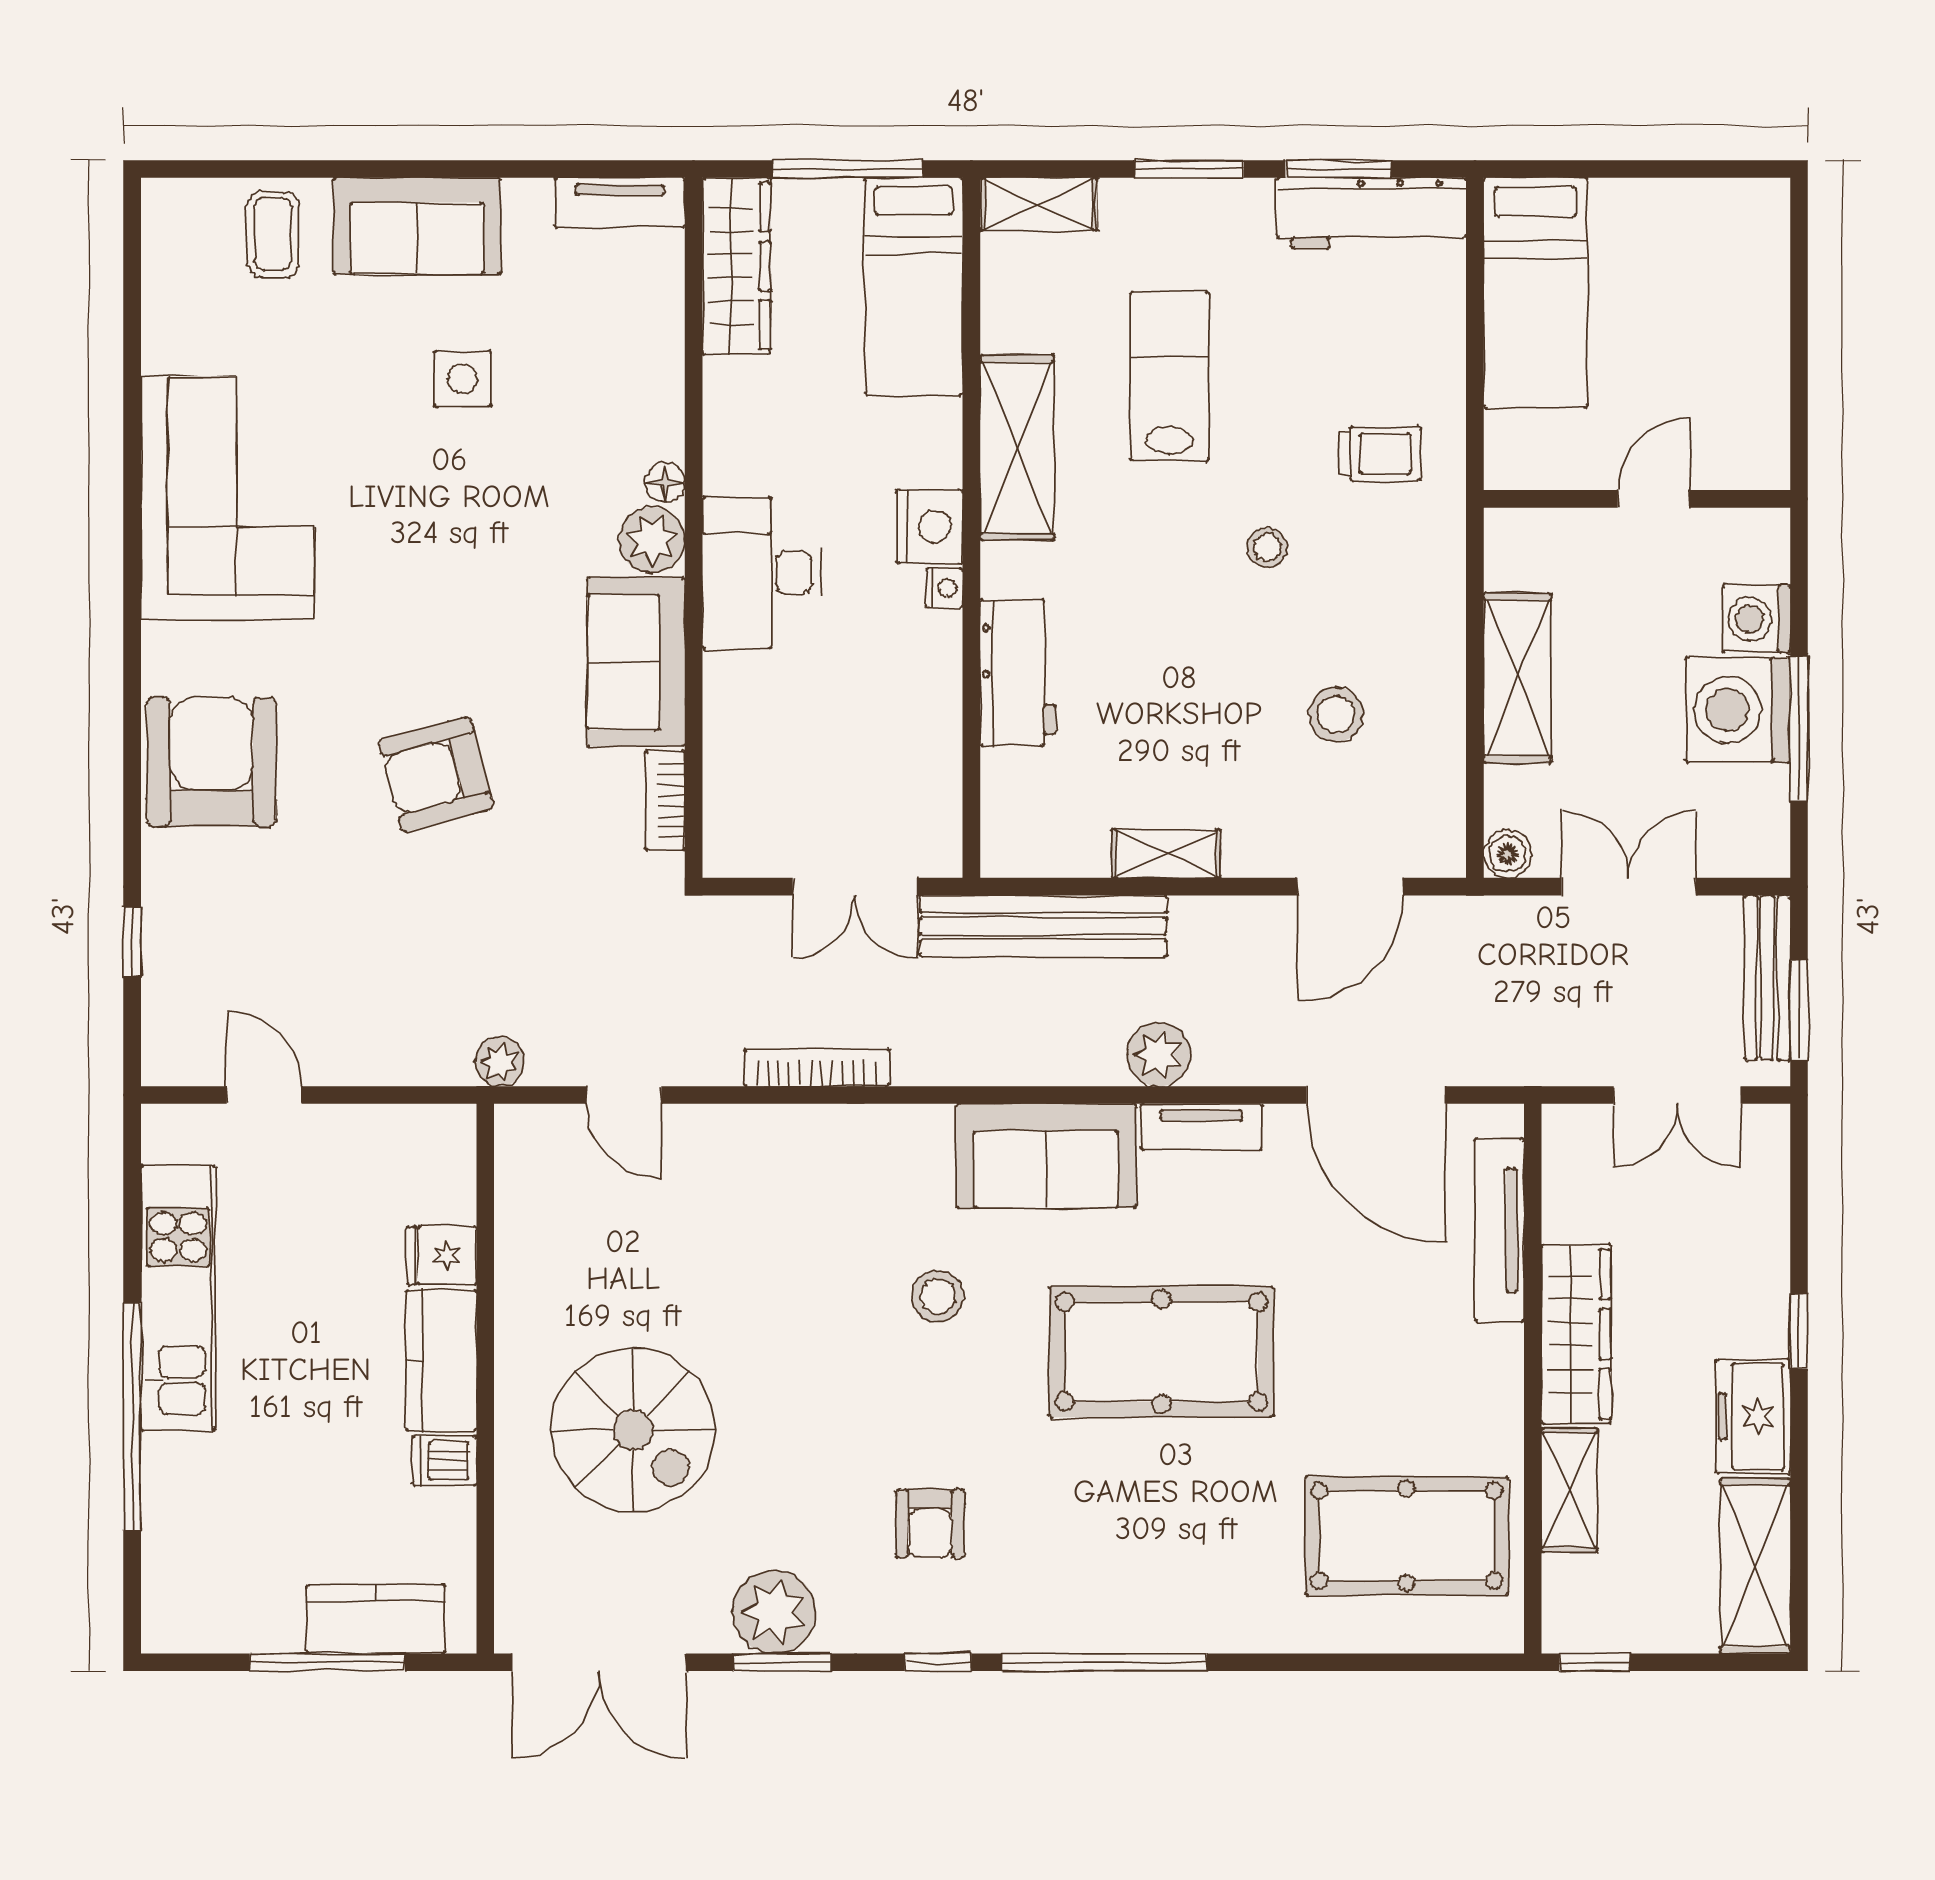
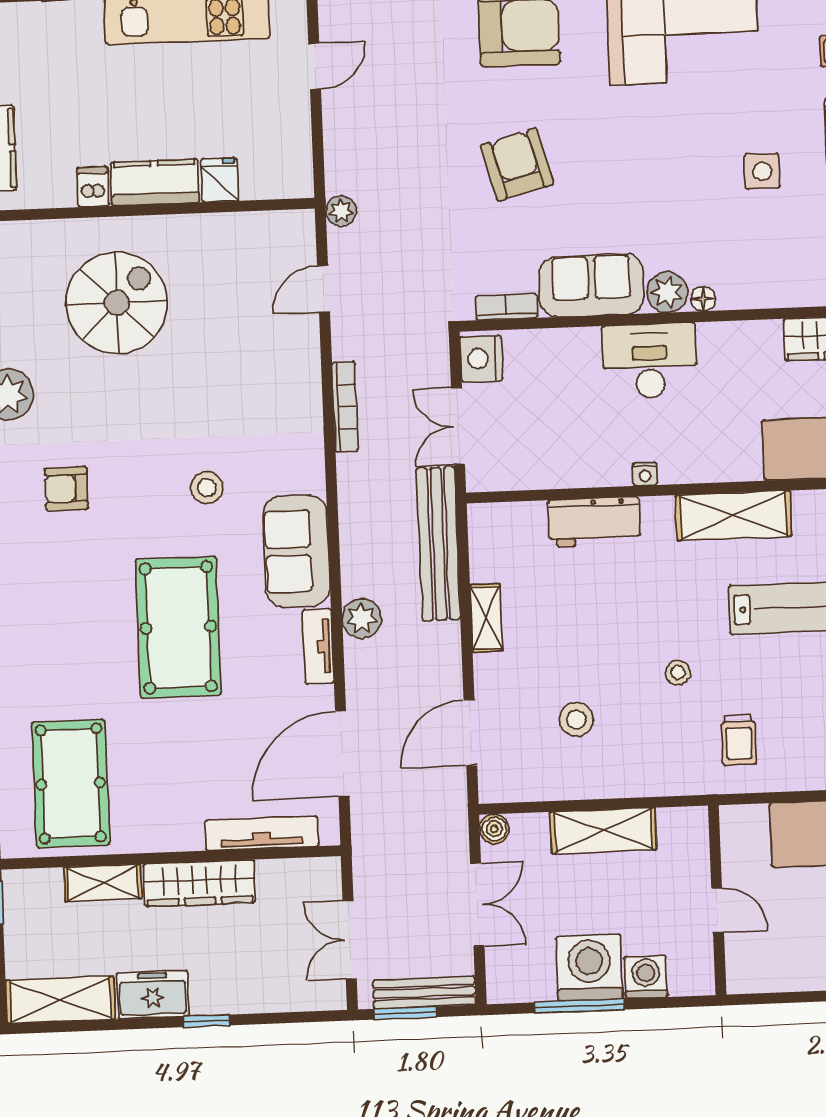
nightstand: (930, 527) -> (481, 359), moved, turned 90
door: (1351, 887) -> (470, 733), hinge flipped
spiral stairs: (633, 1430) -> (117, 303), turned 180

